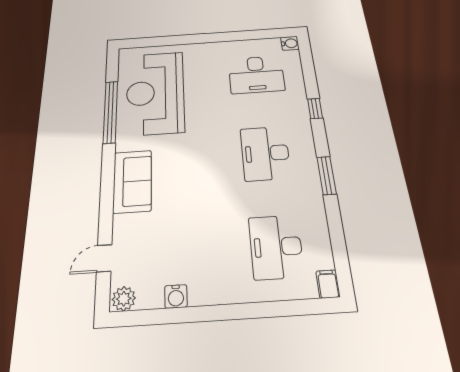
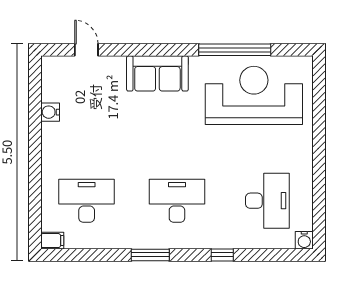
desk: (256, 75) -> (267, 201), turned 180
plant: (124, 299) -> (51, 68), removed

